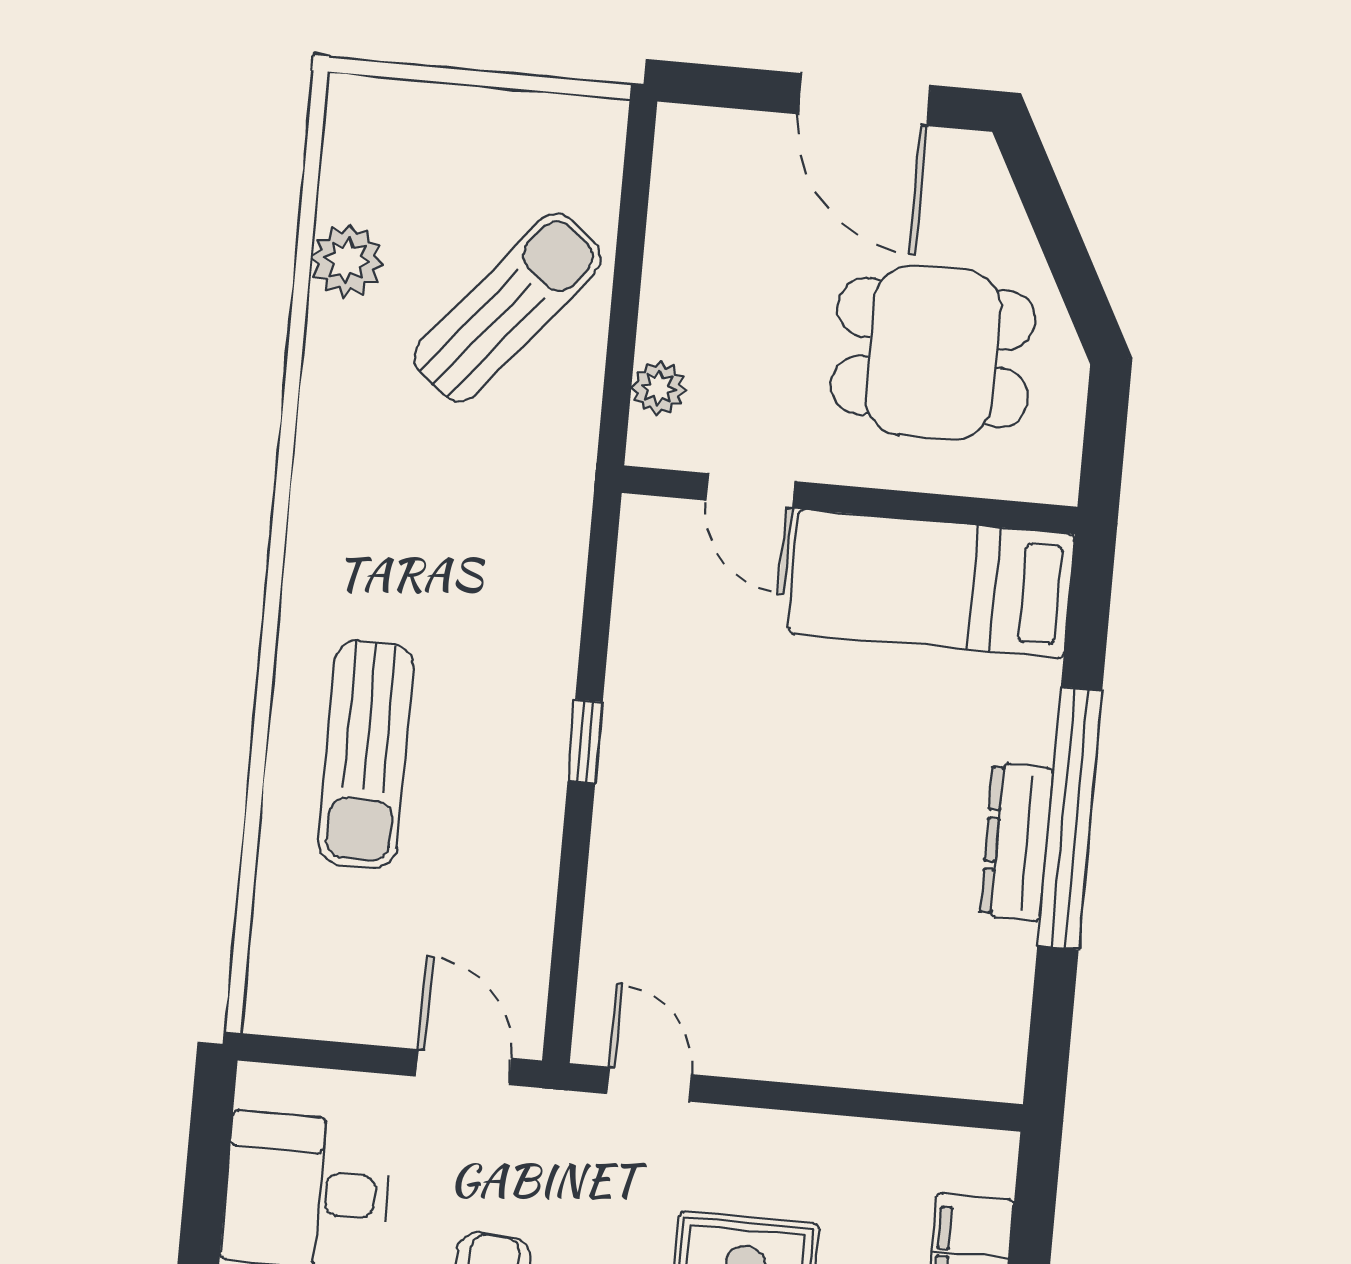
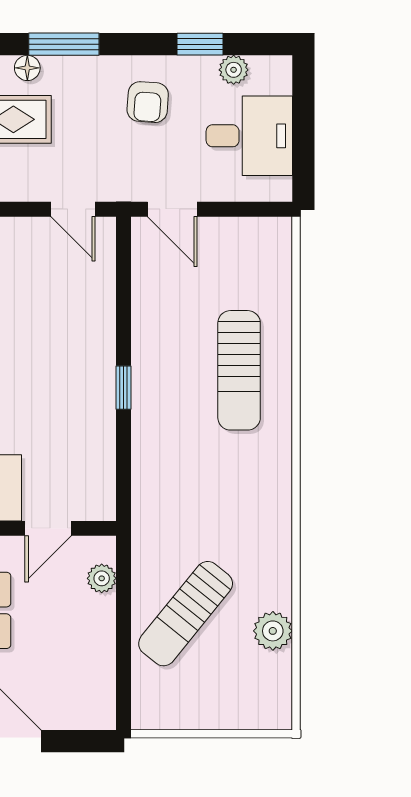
door: (750, 491) -> (48, 528), swing flipped
sun lounger: (366, 754) -> (239, 370), turned 180

